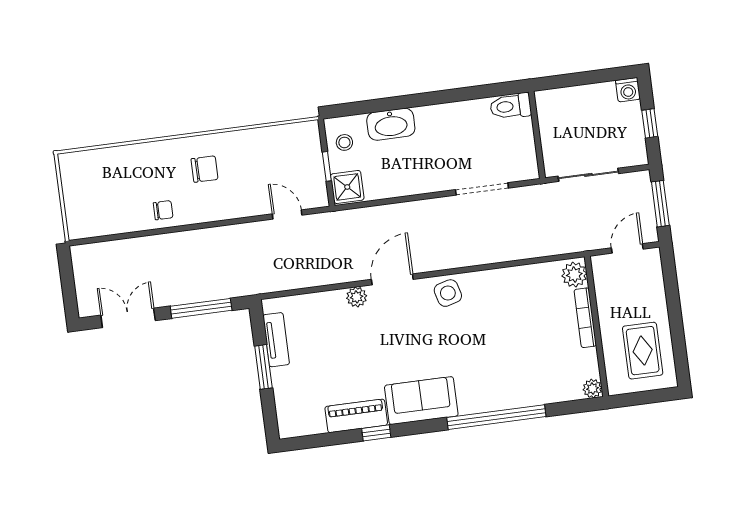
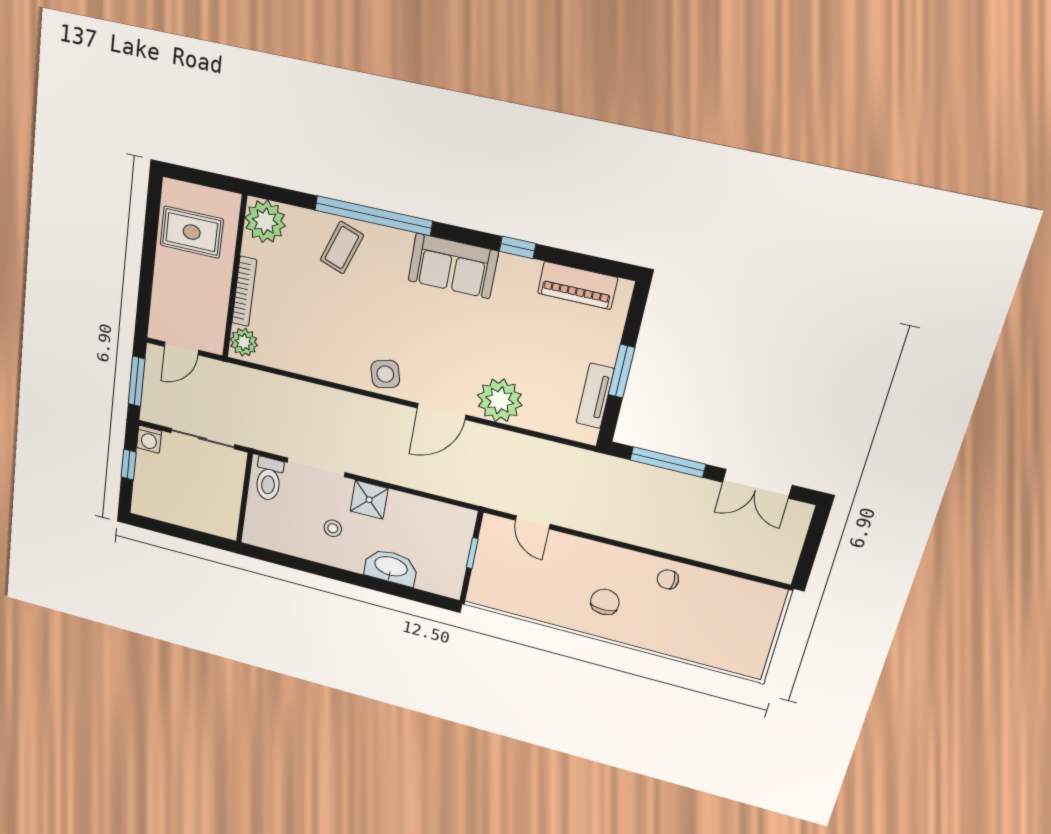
washing machine: (628, 90) -> (149, 439), moved, turned 180
toilet: (511, 106) -> (269, 479), moved, turned 90
stool: (344, 142) -> (333, 528), moved
chair: (205, 169) -> (605, 602), turned 90
shower: (347, 187) -> (369, 500), moved
plant: (357, 297) -> (500, 400), width x1.88, depth x1.88
rug: (643, 351) -> (192, 232), turned 90
coffee table: (514, 383) -> (342, 248), added
plant: (592, 389) -> (265, 221), width x1.87, depth x1.87
piano: (356, 416) -> (577, 285), moved

